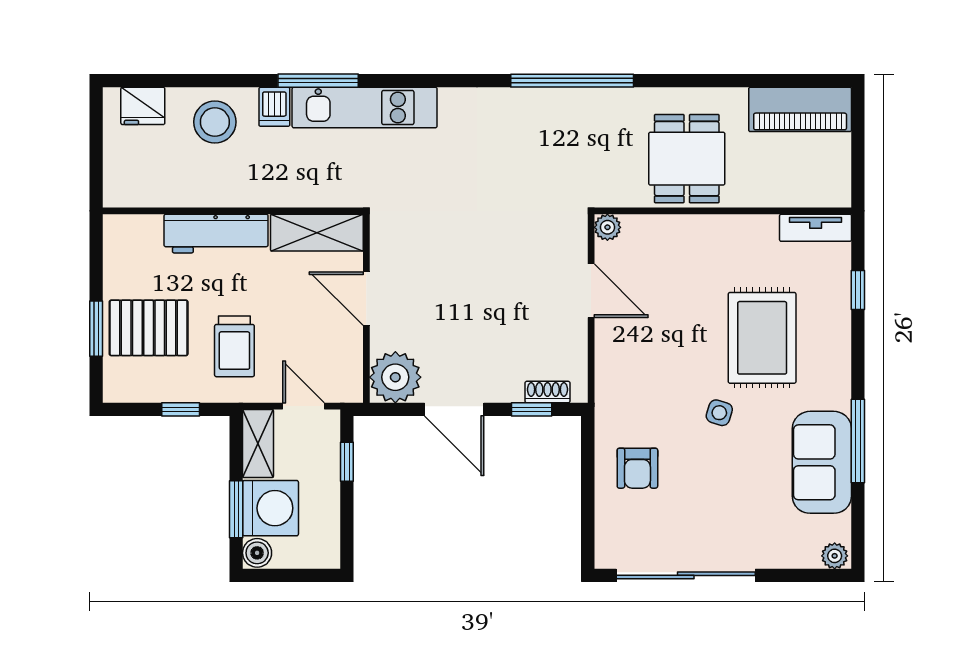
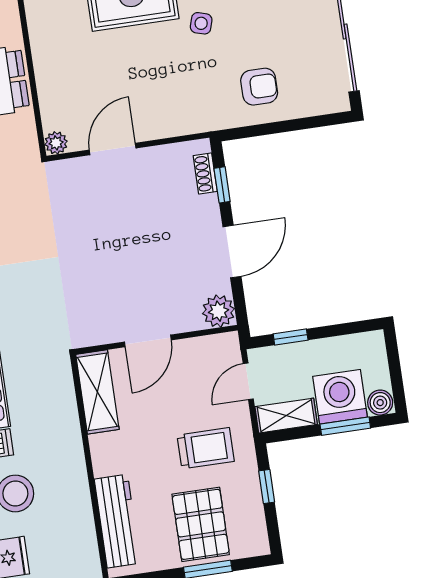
workbench: (216, 234) -> (117, 521), moved
plant: (395, 377) -> (218, 311), width x0.73, depth x0.73

